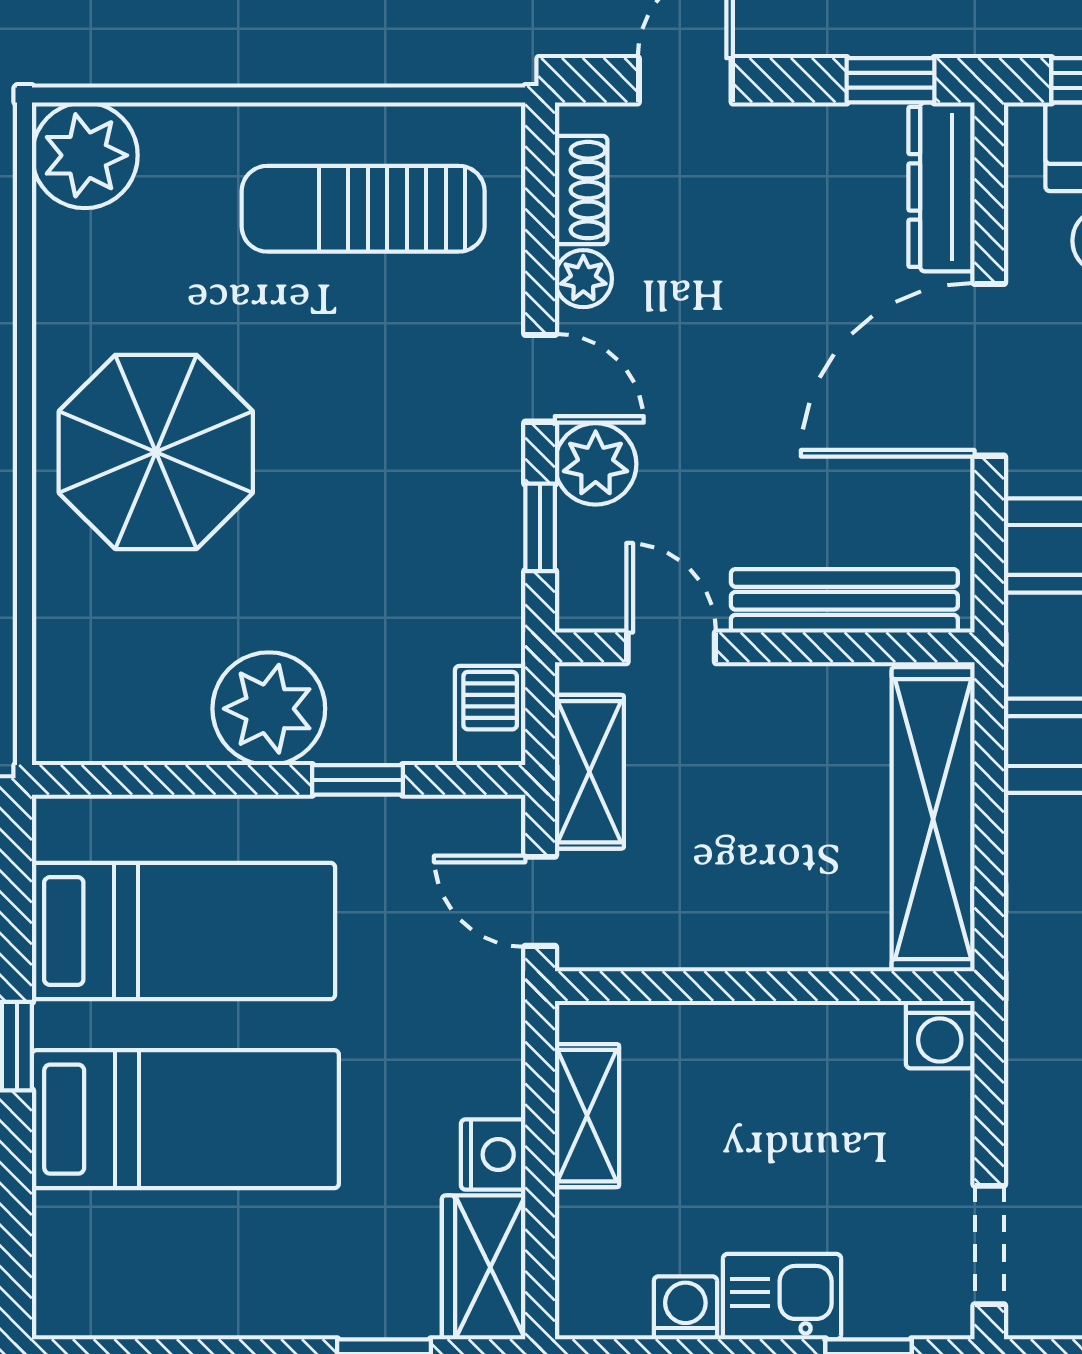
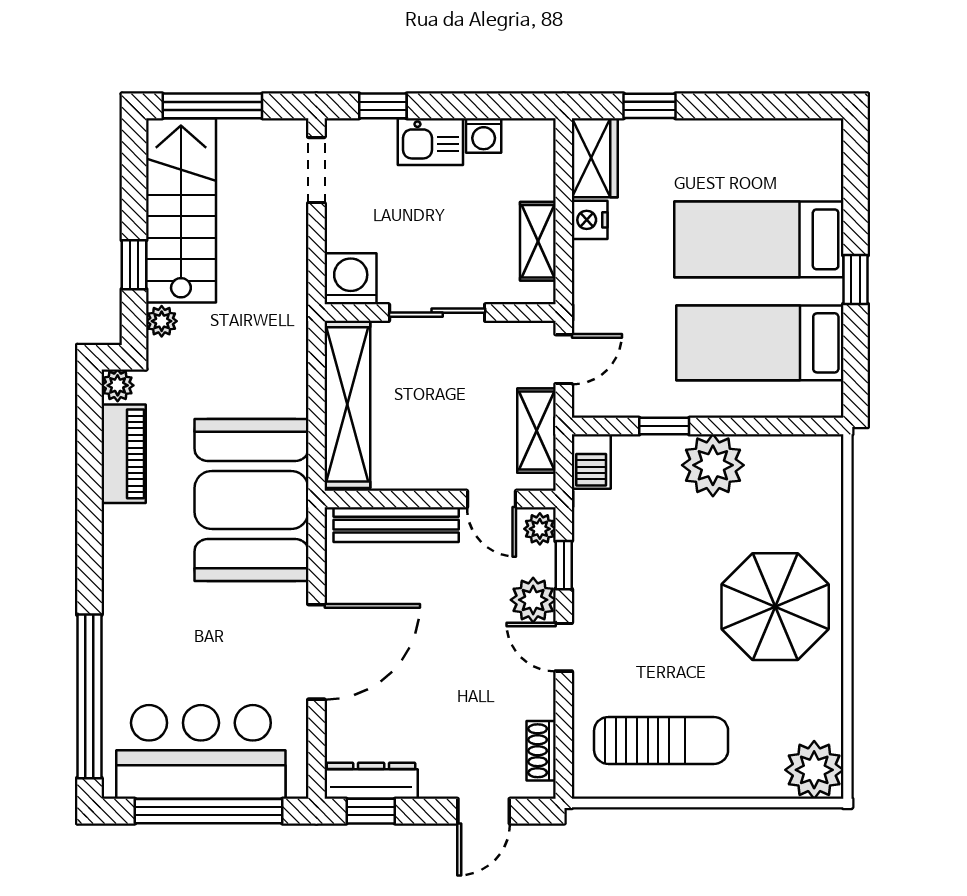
dresser: (941, 187) -> (371, 781), moved, turned -90
plant: (583, 279) -> (540, 529), moved
door: (540, 901) -> (564, 359), hinge flipped
sliding door: (770, 986) -> (437, 313), added
washing machine: (940, 1035) -> (351, 279), width x1.38, depth x1.38

